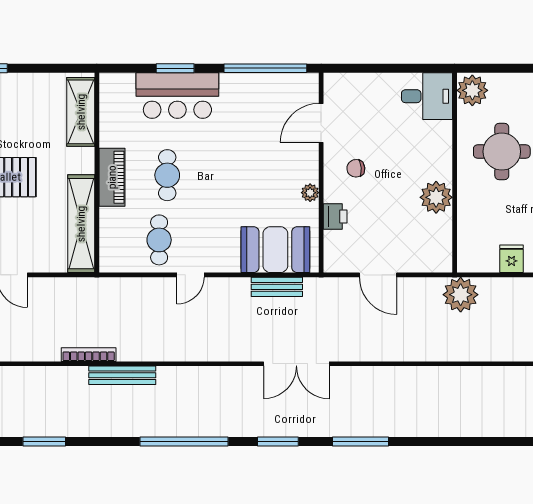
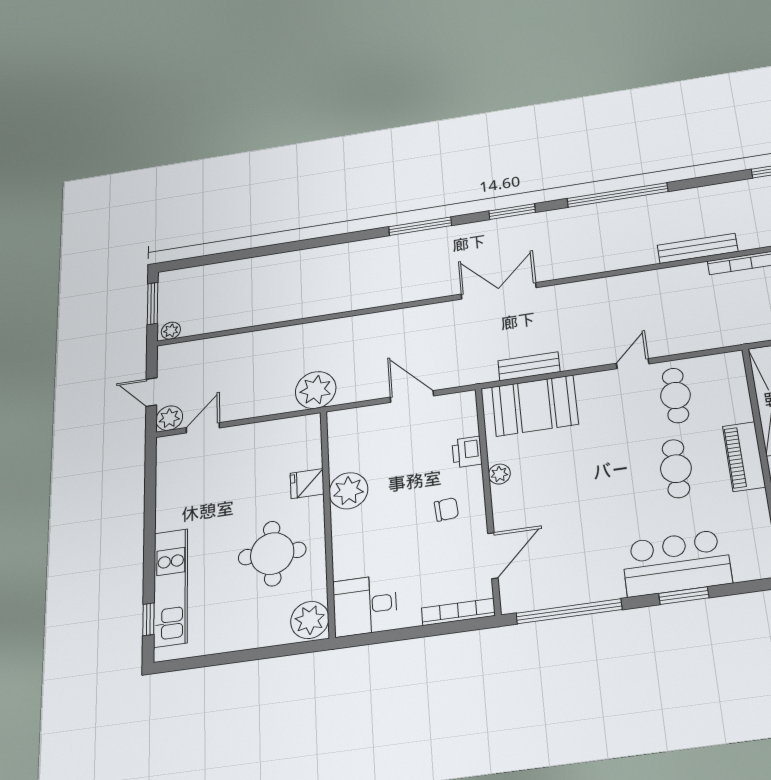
bookcase: (352, 80) -> (458, 612), added
fridge: (512, 259) -> (307, 484), moved, turned 90

